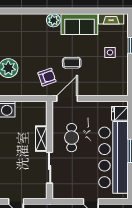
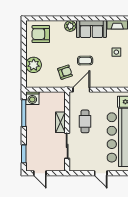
armchair: (17, 30) -> (41, 34), added

